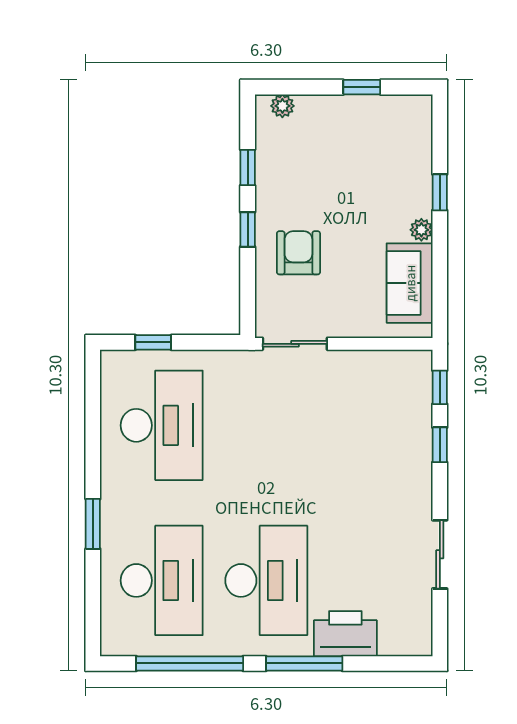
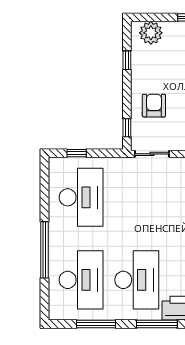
plant: (282, 106) -> (151, 33), width x1.87, depth x1.87
window: (248, 229) -> (127, 128), moved
window: (93, 524) -> (44, 250), width x2.11
window: (190, 663) -> (96, 324), width x0.68

